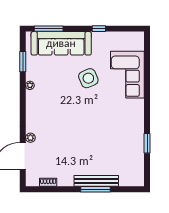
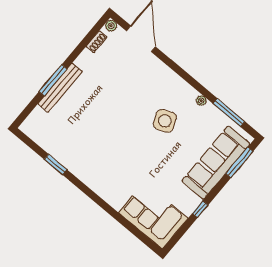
window: (23, 62) -> (229, 113), width x1.44
corner sofa: (127, 75) -> (153, 215), moved
side table: (88, 78) -> (165, 121), moved
plant: (30, 138) -> (111, 26), moved

